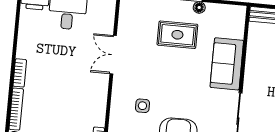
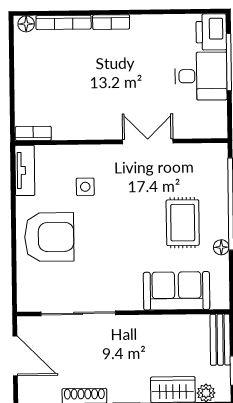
sofa: (227, 64) -> (177, 291), moved

